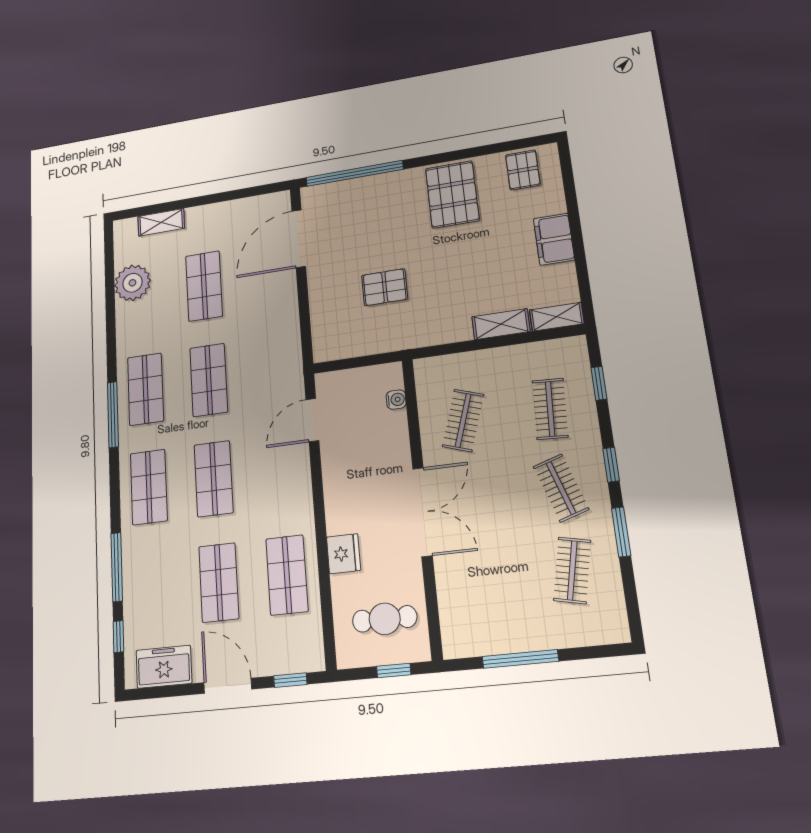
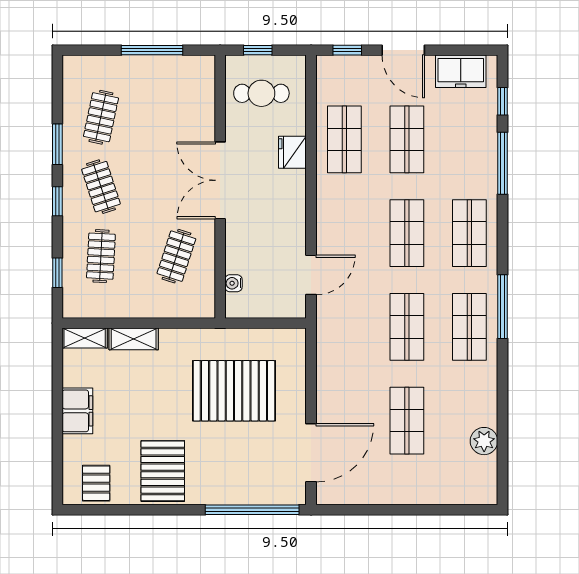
shelving: (161, 222) -> (447, 494), removed
plant: (132, 283) -> (484, 441), width x0.73, depth x0.73
pallet: (385, 287) -> (234, 391), width x2.05, depth x2.00

